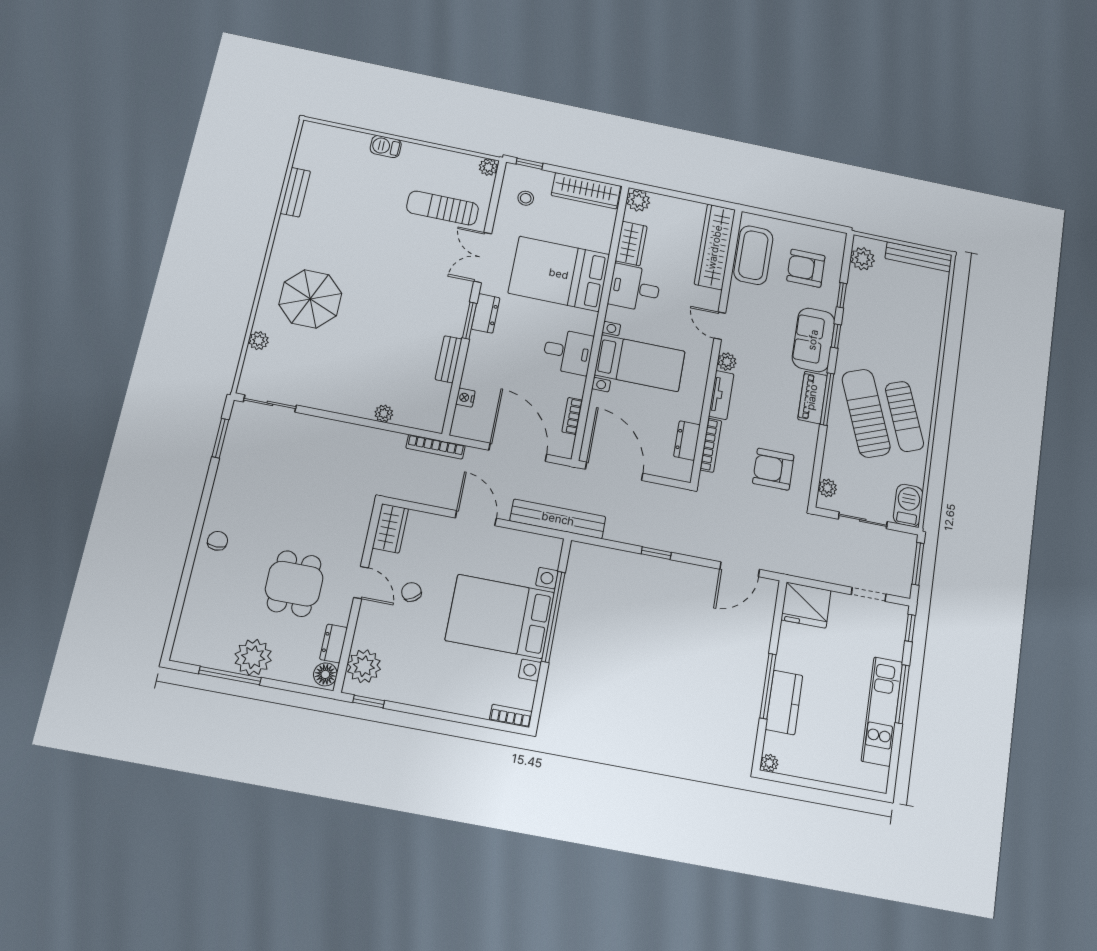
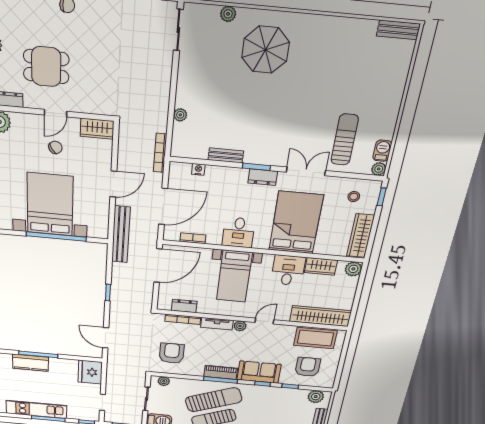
barbecue: (386, 147) -> (382, 151), moved
bench: (295, 192) -> (398, 30), moved

